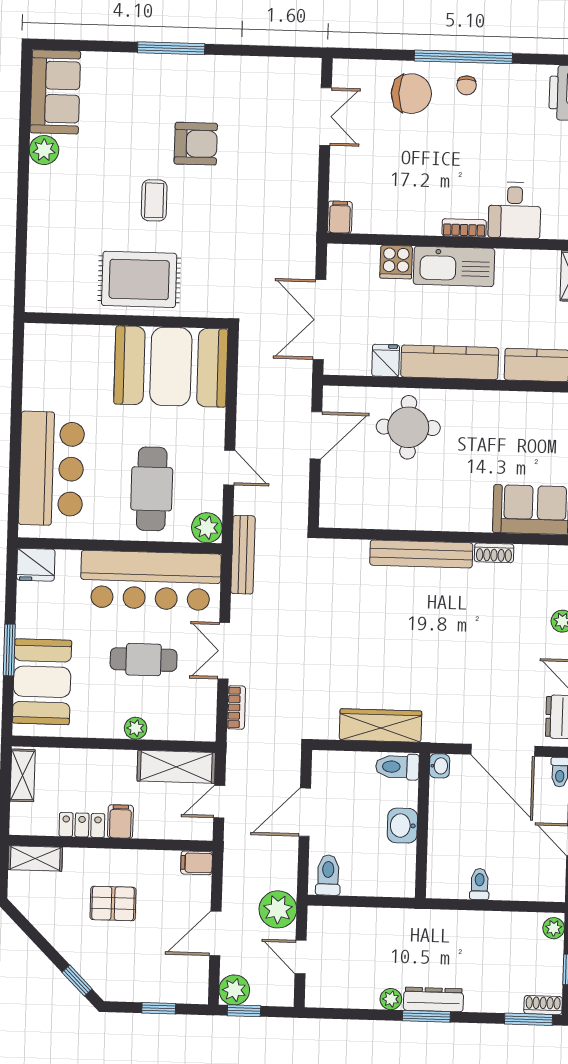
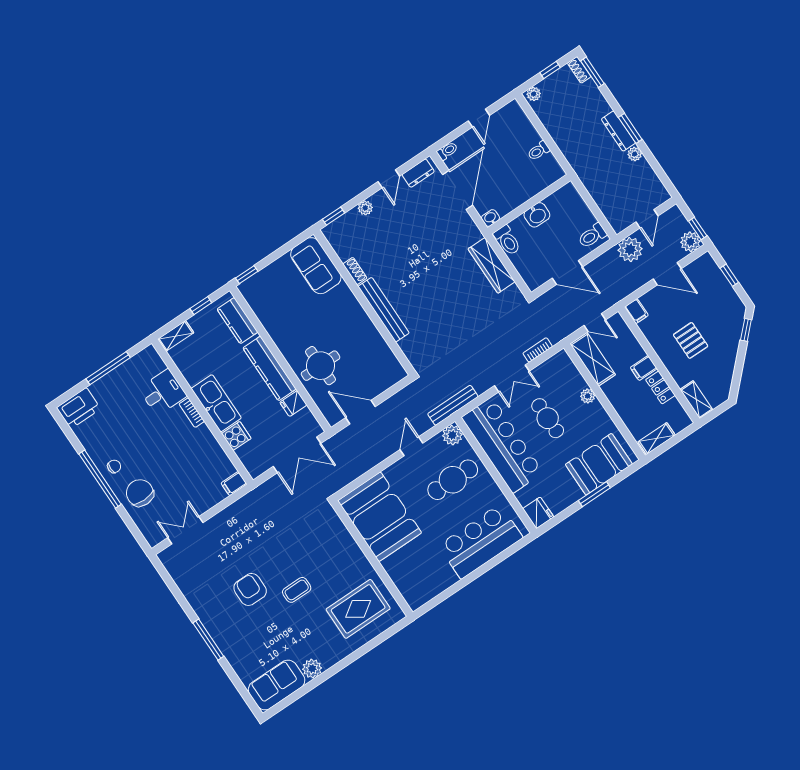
rug: (139, 279) -> (358, 609), moved, turned 90

